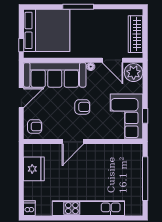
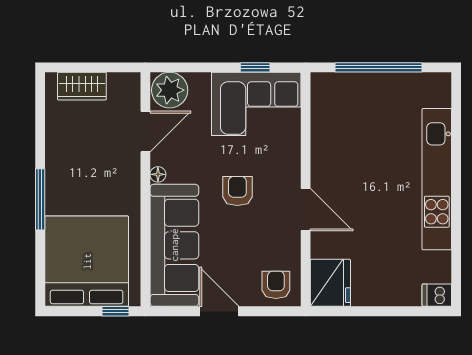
wardrobe: (136, 34) -> (82, 86), width x0.67
fridge: (34, 169) -> (330, 283), moved, turned 90

